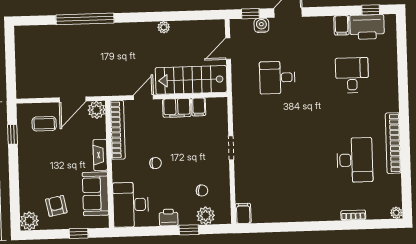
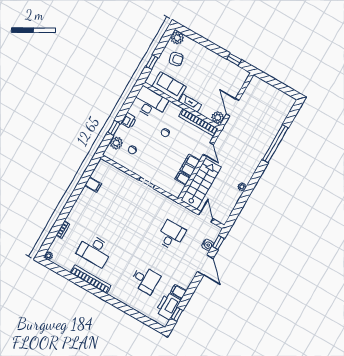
coffee table: (44, 124) -> (229, 82), removed
filing cabinet: (243, 213) -> (93, 185), moved

